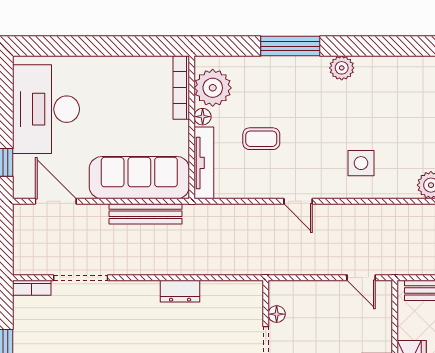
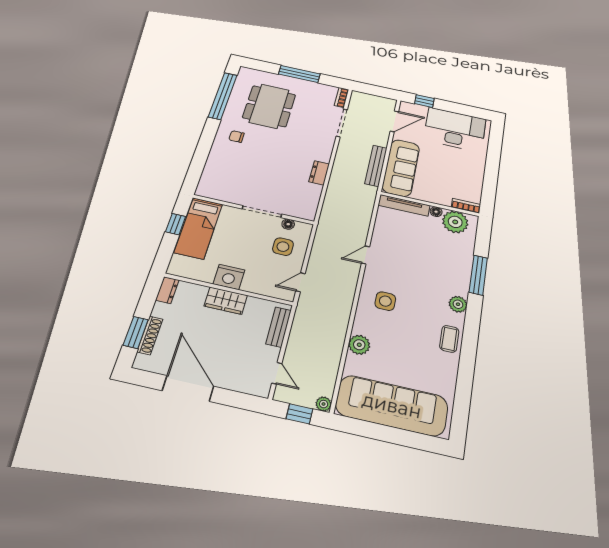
bookcase: (181, 87) -> (466, 206), width x0.64
coffee table: (261, 139) -> (449, 339), moved
side table: (314, 313) -> (283, 247), added

